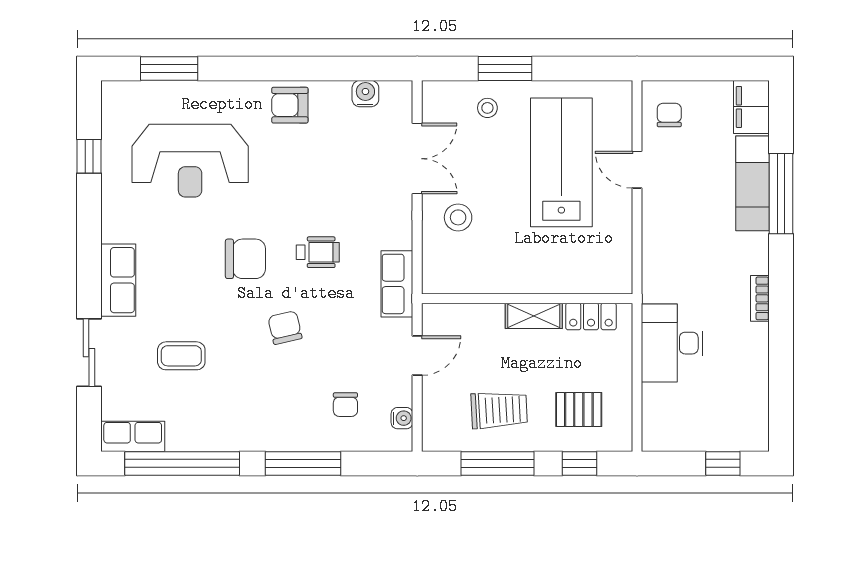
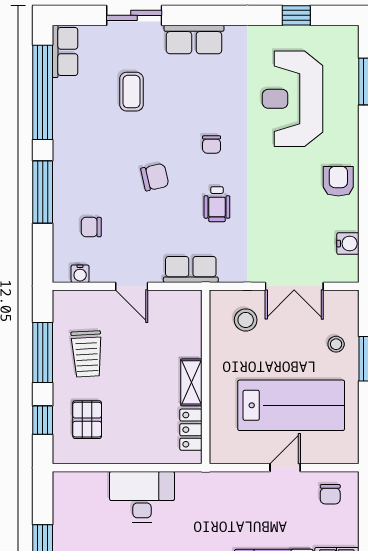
chair: (669, 115) -> (330, 494), turned 90
chair: (245, 259) -> (212, 144), width x0.54, depth x0.54
wall: (527, 299) -> (206, 377), moved
shelving: (534, 316) -> (191, 382), moved
locker: (591, 316) -> (191, 430), moved

